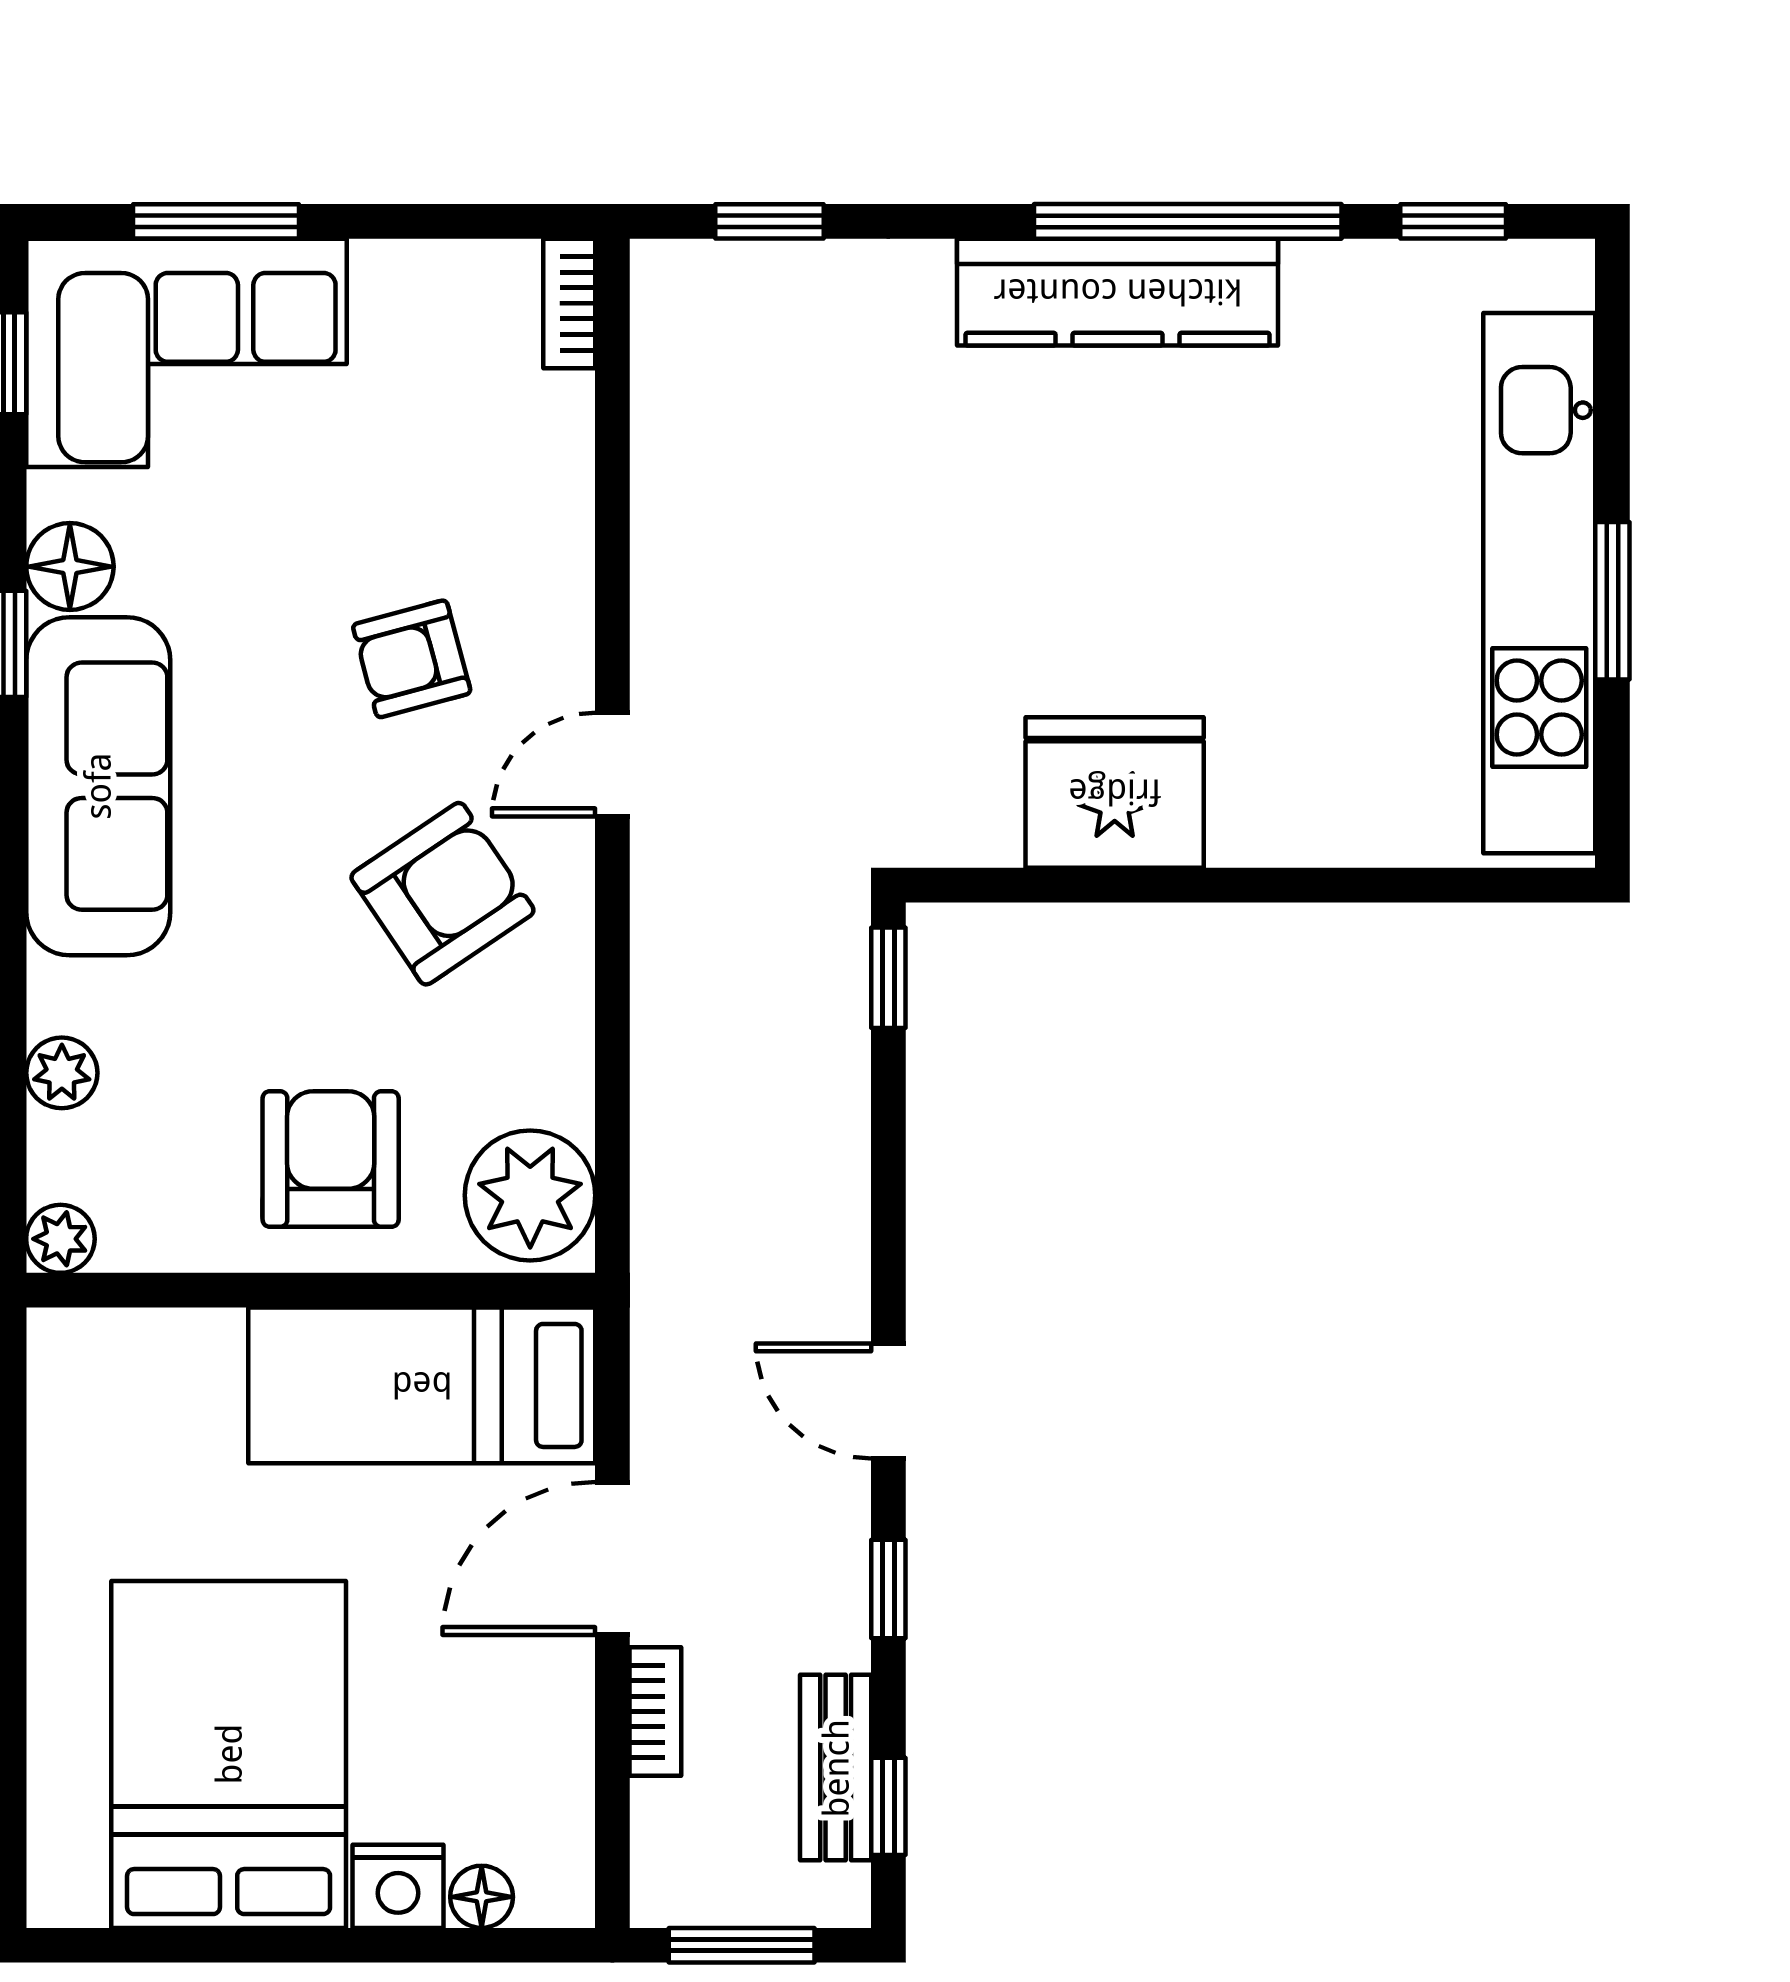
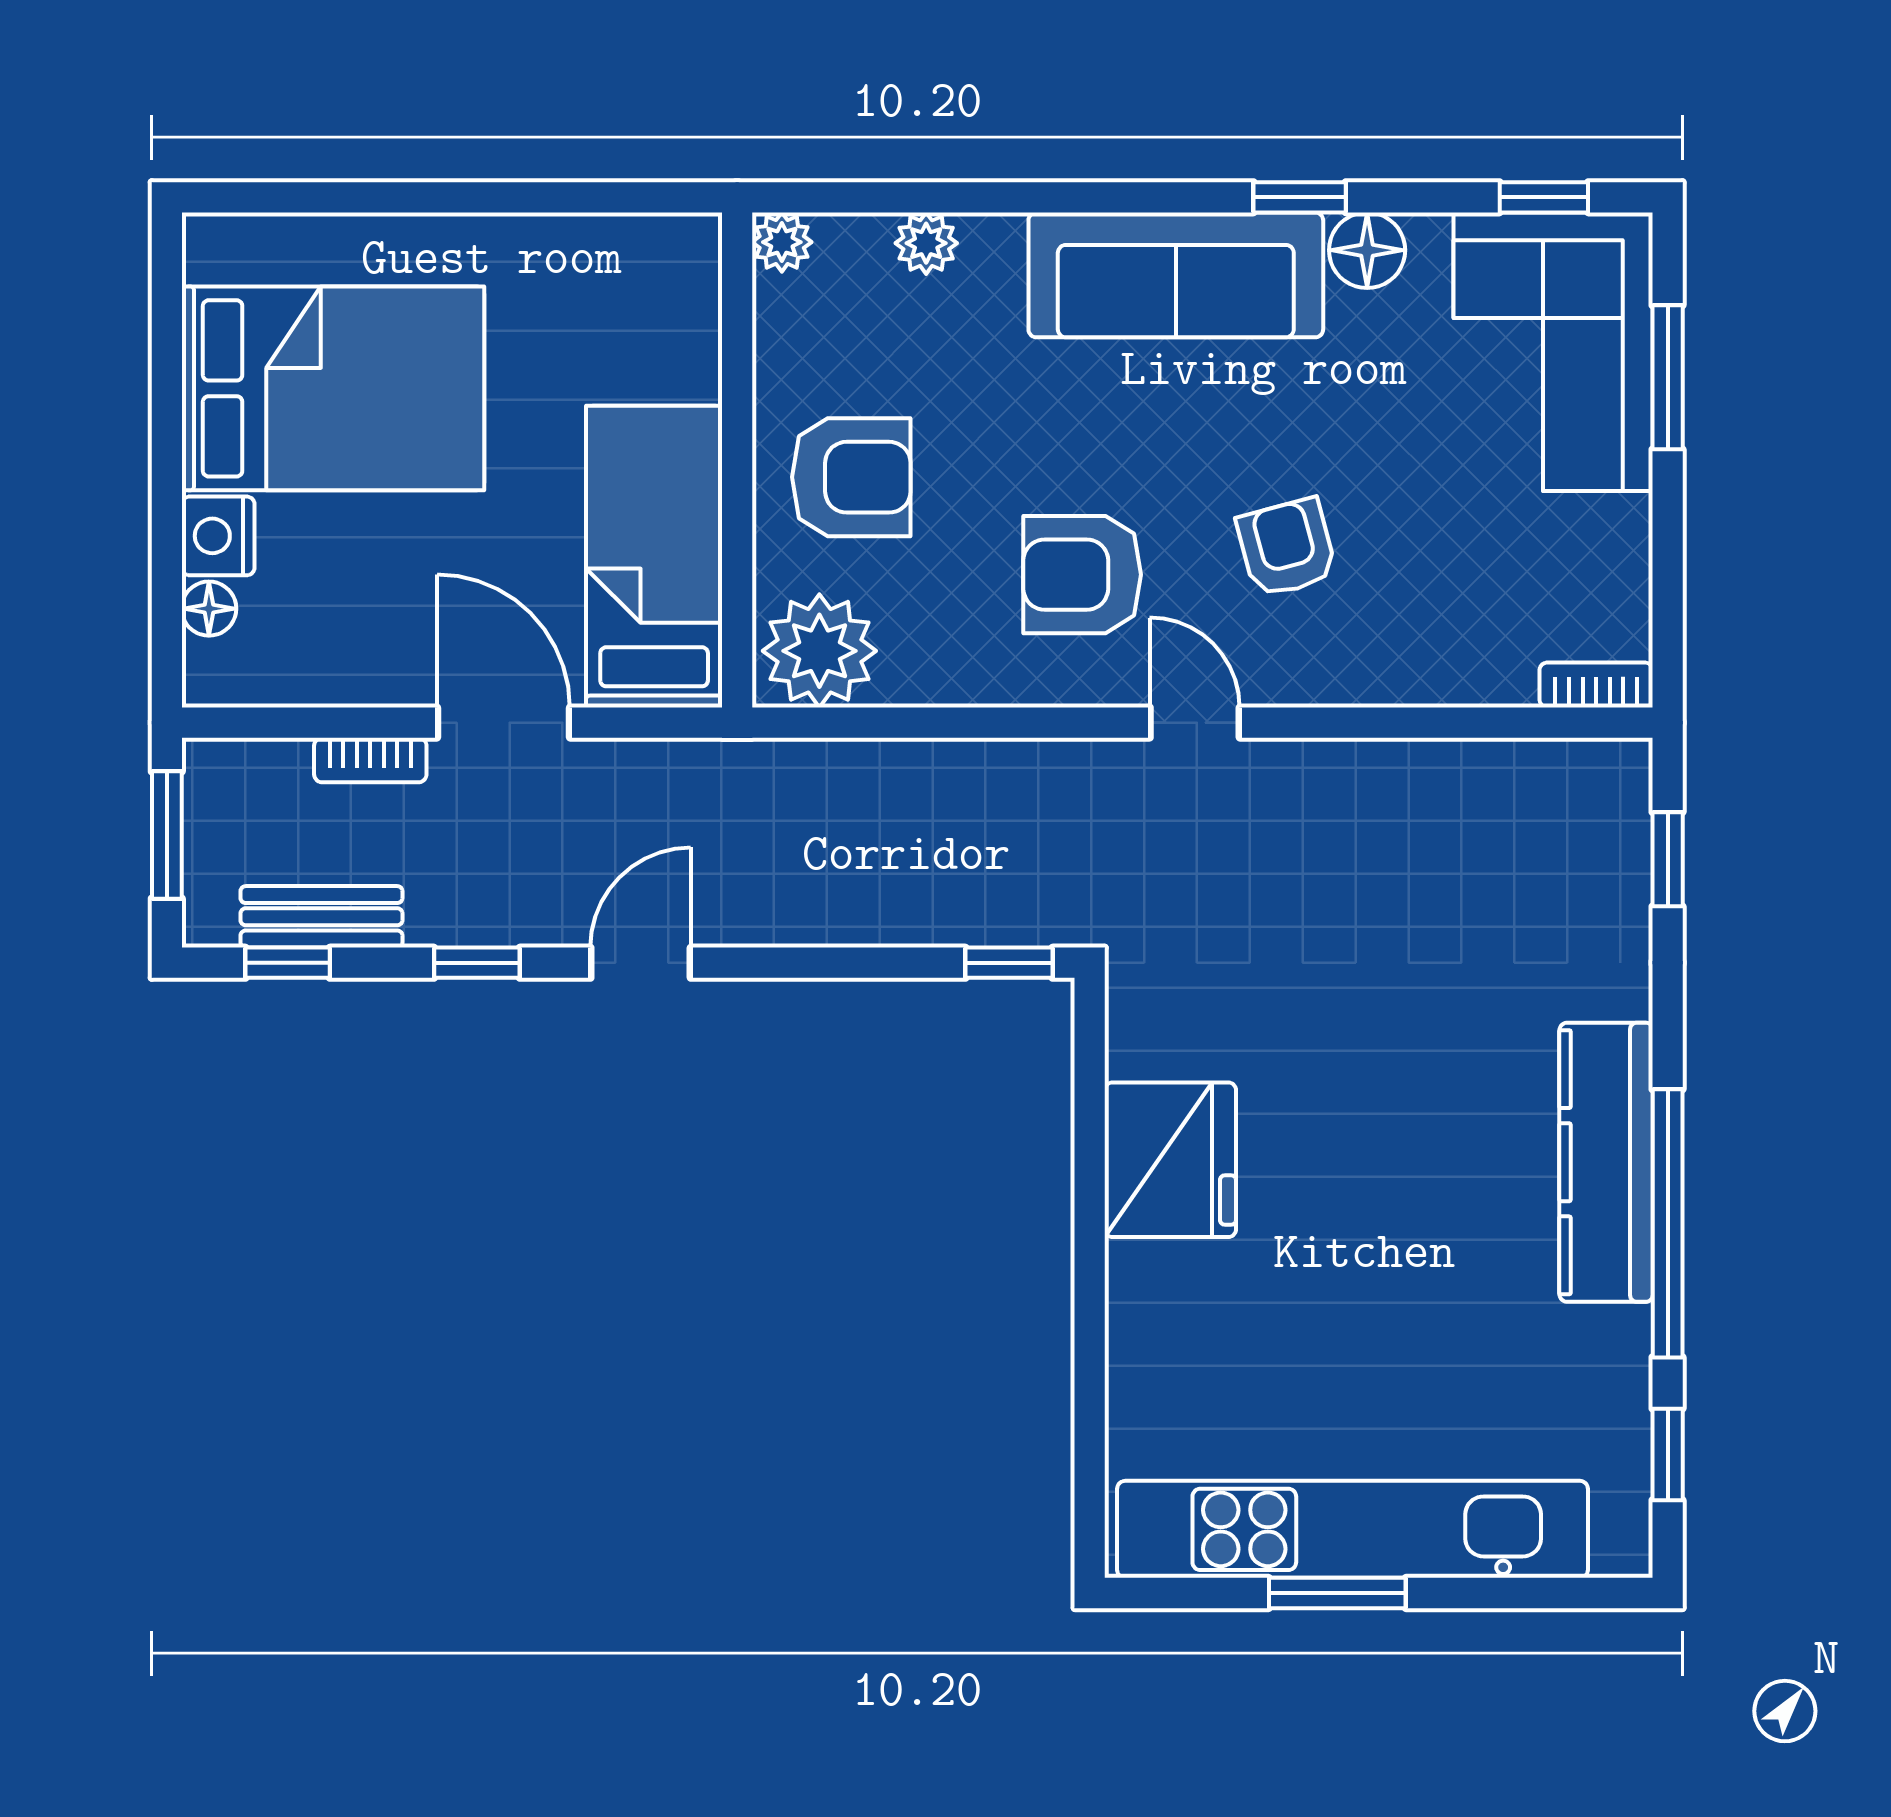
armchair: (442, 894) -> (1082, 575), turned 124

